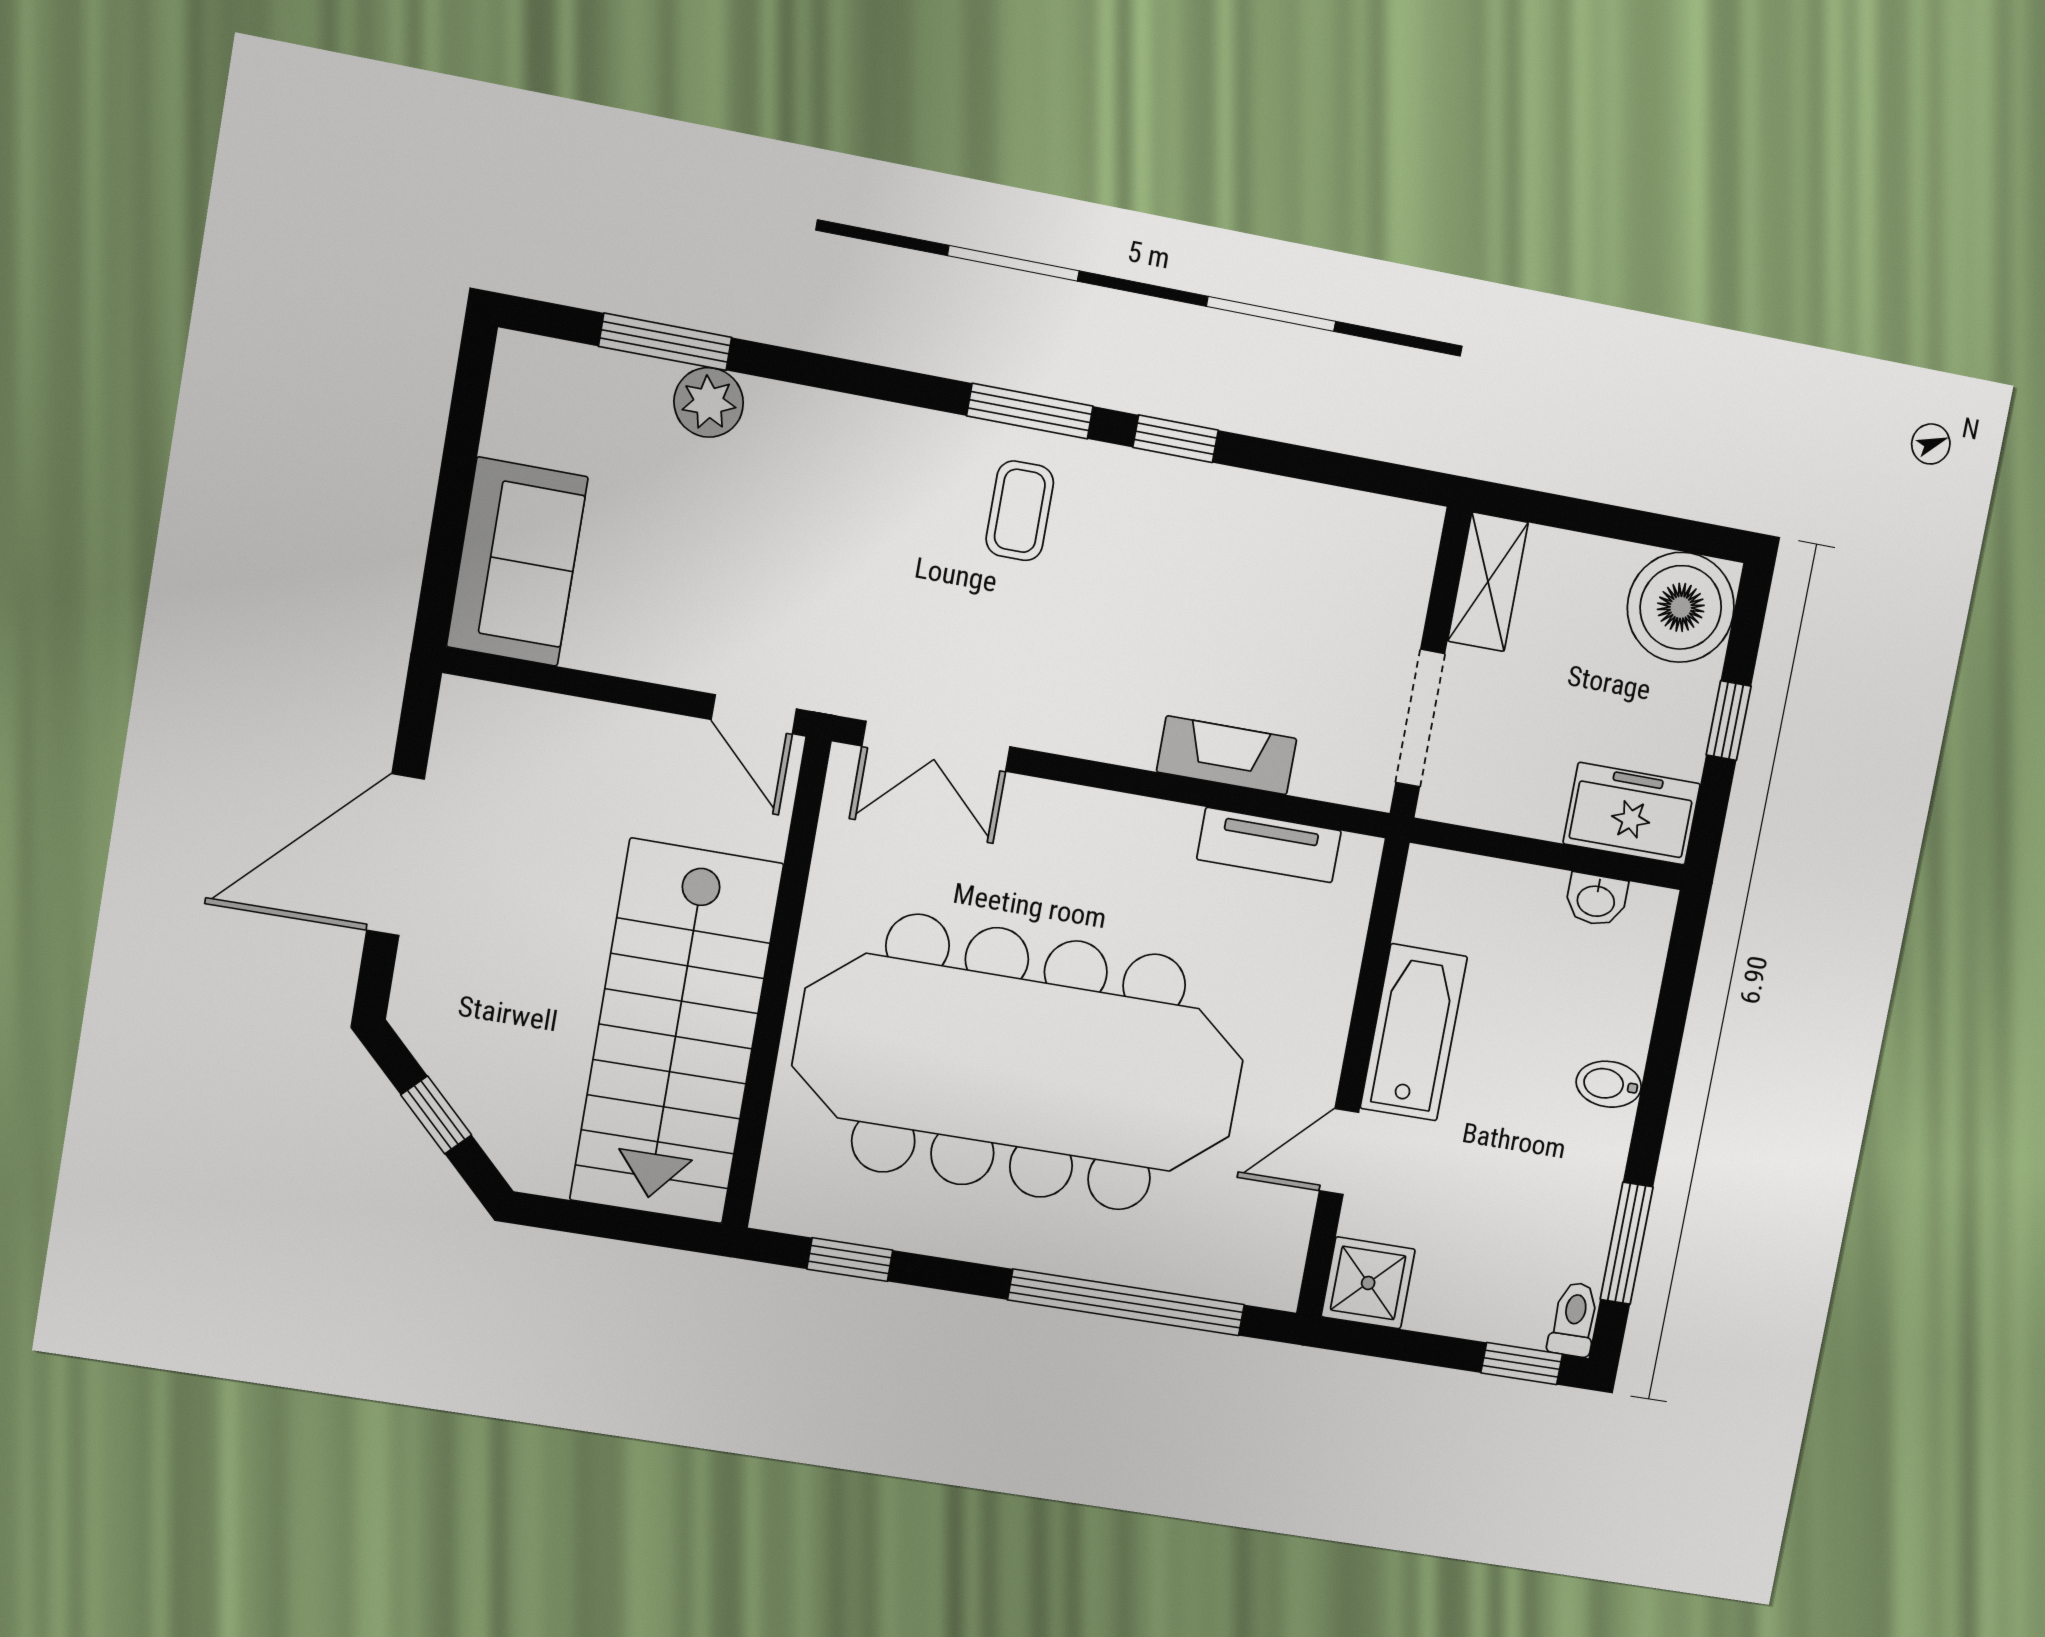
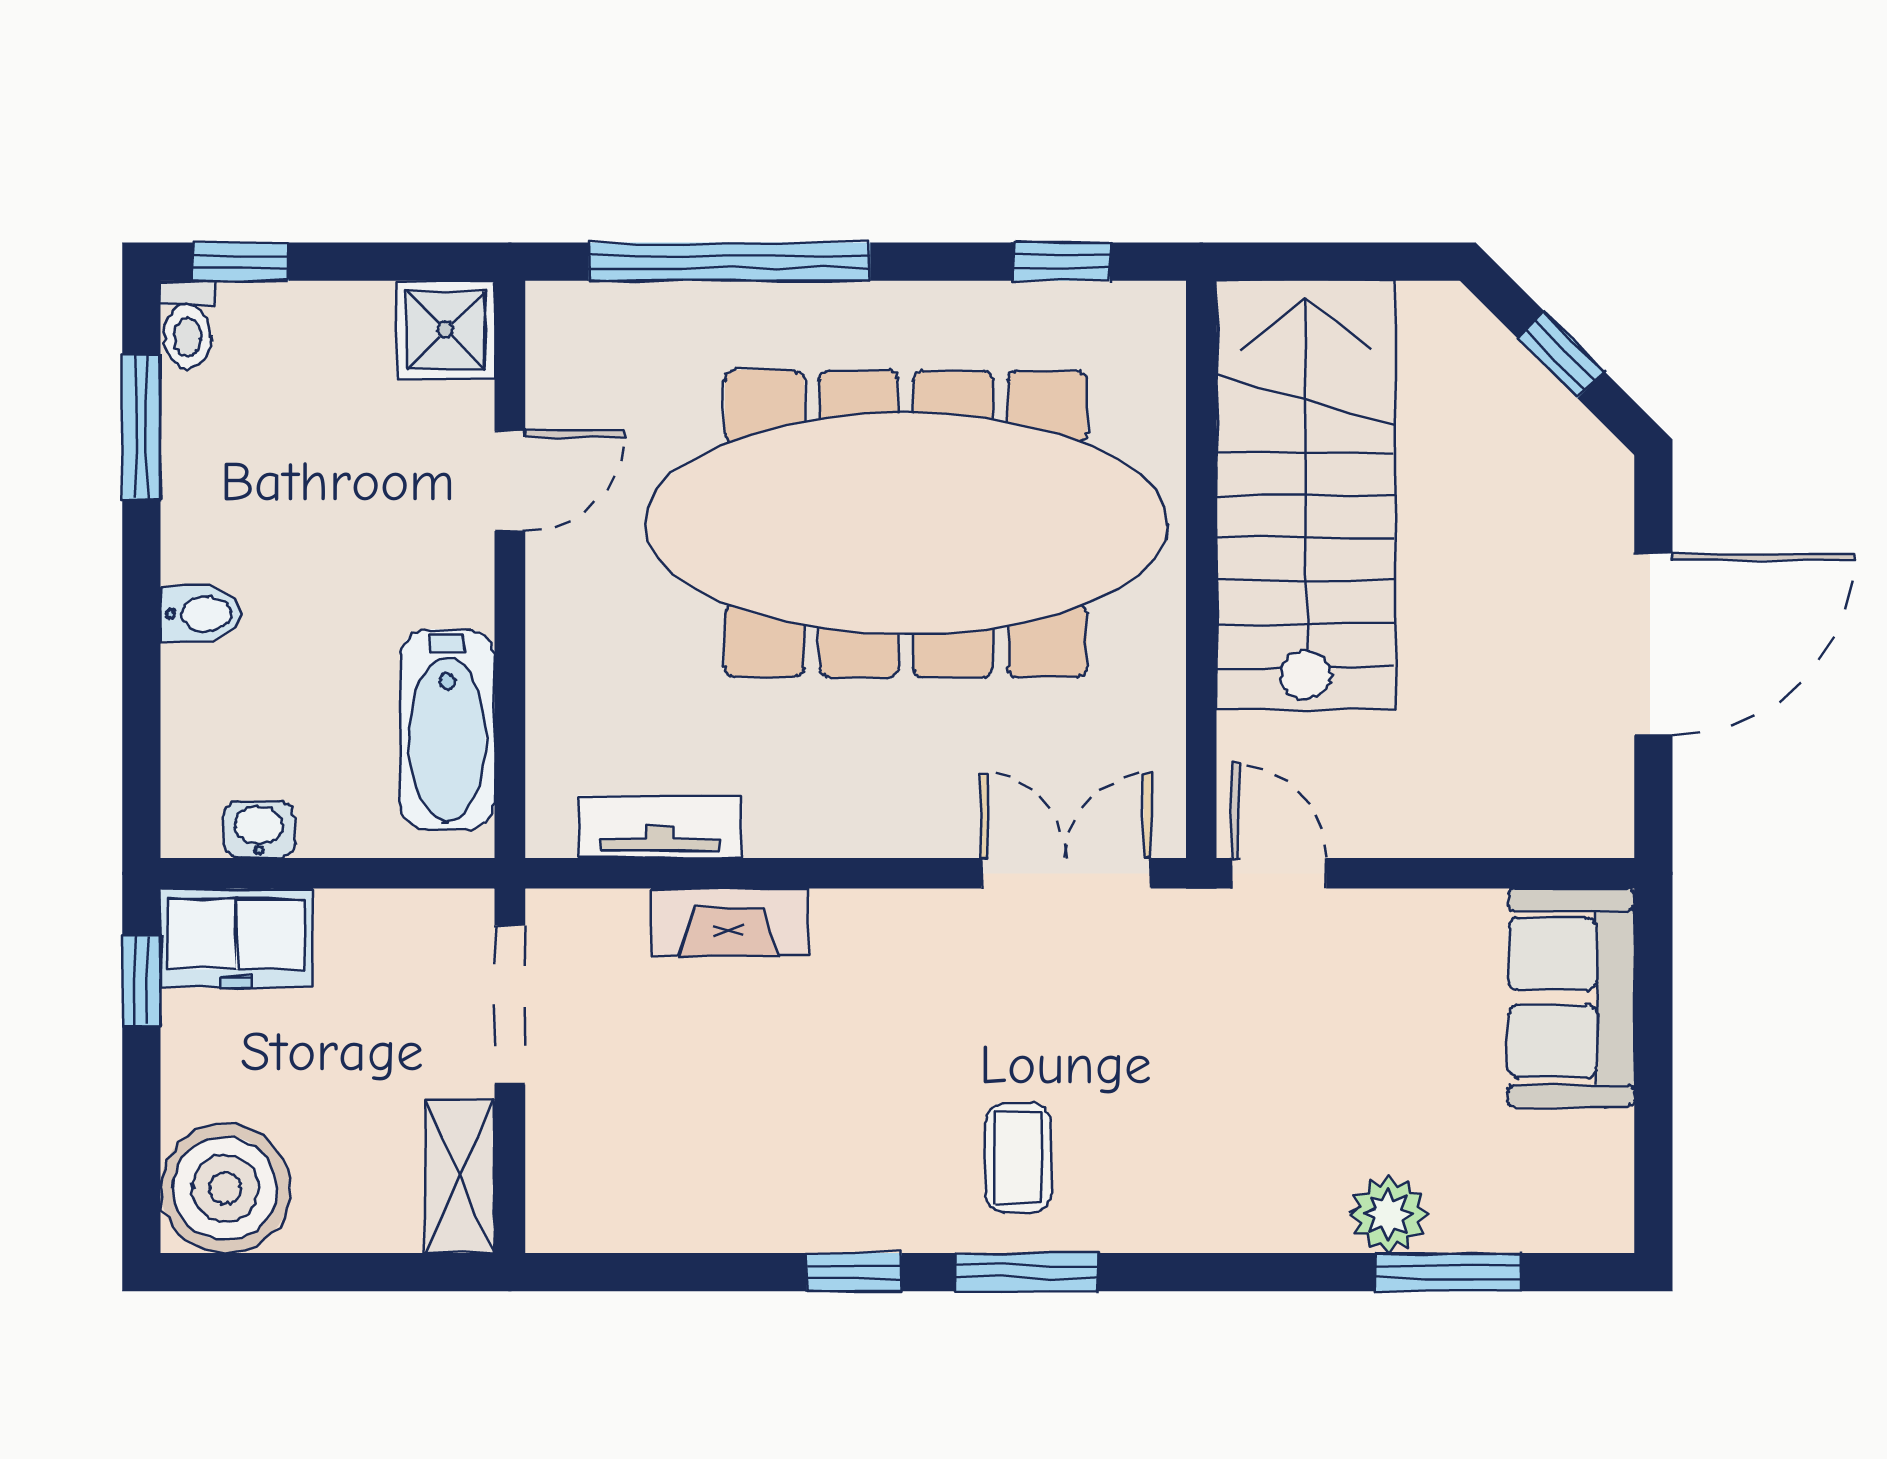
window: (1729, 720) -> (141, 981), moved
bathtub: (1414, 1032) -> (447, 729), moved

